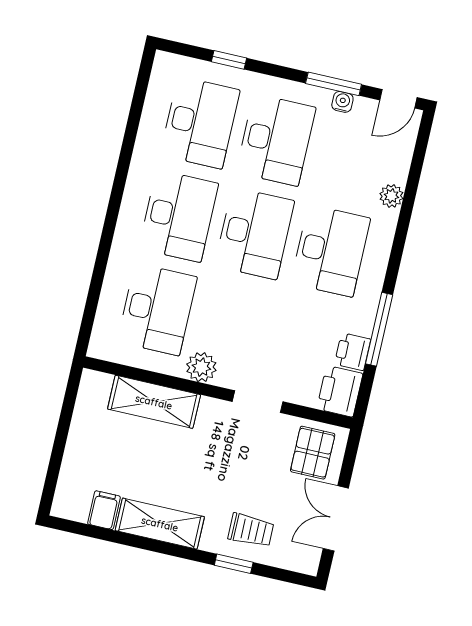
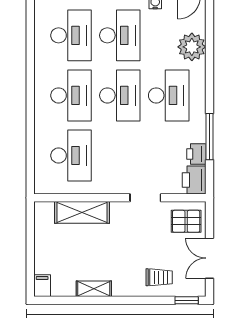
plant: (391, 196) -> (192, 47), width x1.88, depth x1.88
plant: (201, 367) -> (106, 185), removed
pallet: (313, 453) -> (186, 221), turned 90
filing cabinet: (104, 510) -> (42, 286), moved
shelving: (160, 524) -> (94, 289), width x0.67, depth x0.75
window: (234, 564) -> (187, 300), moved

